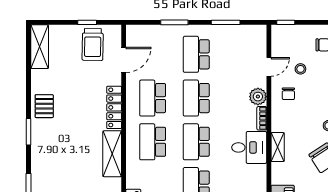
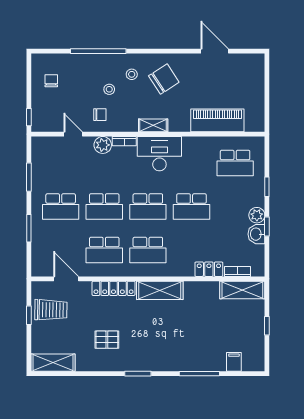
stool: (300, 69) -> (109, 89), moved
pallet: (44, 106) -> (107, 340), moved
desk: (249, 147) -> (159, 154), width x1.37

